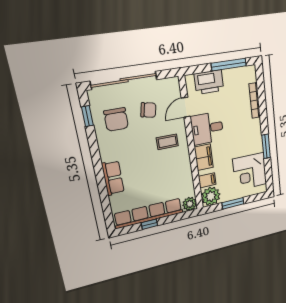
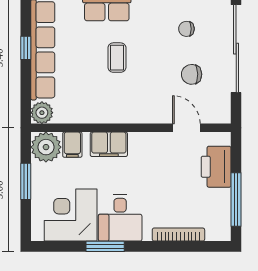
chair: (148, 110) -> (192, 74), turned 77
chair: (116, 119) -> (186, 29), width x0.54, depth x0.54
desk: (207, 128) -> (120, 218), moved, turned 180
coffee table: (167, 142) -> (117, 58), moved

